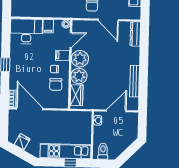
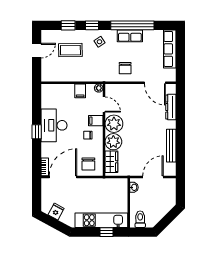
door: (108, 20) -> (155, 83), moved
desk: (26, 31) -> (54, 125), moved, turned -90
dresser: (135, 34) -> (171, 107), moved
door: (71, 40) -> (104, 104), hinge flipped
chair: (56, 84) -> (88, 164), moved
door: (30, 109) -> (63, 177), hinge flipped

